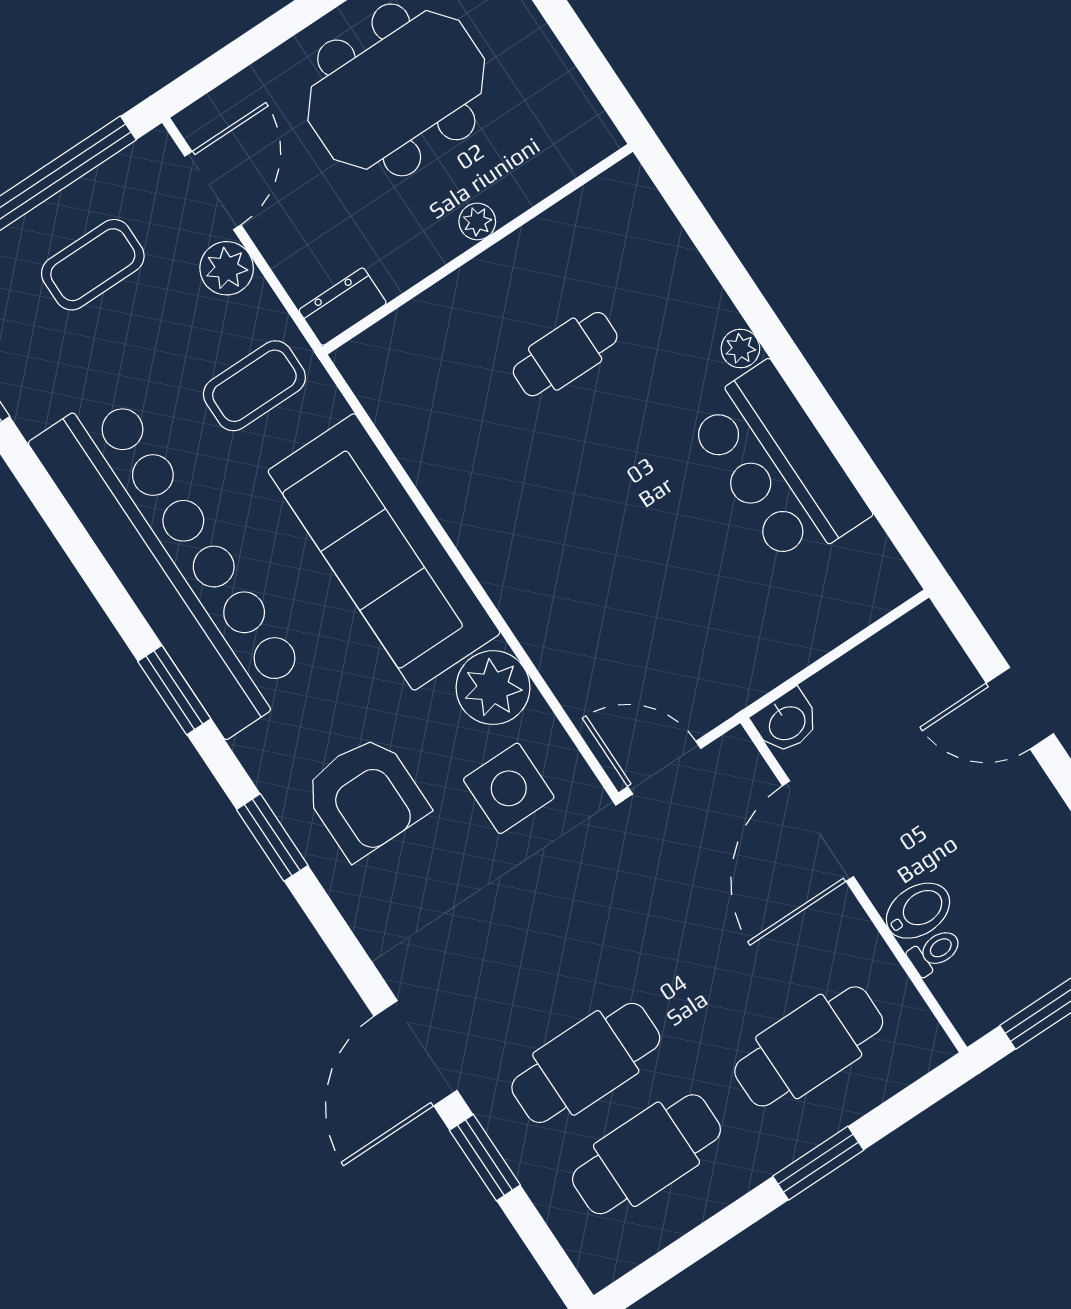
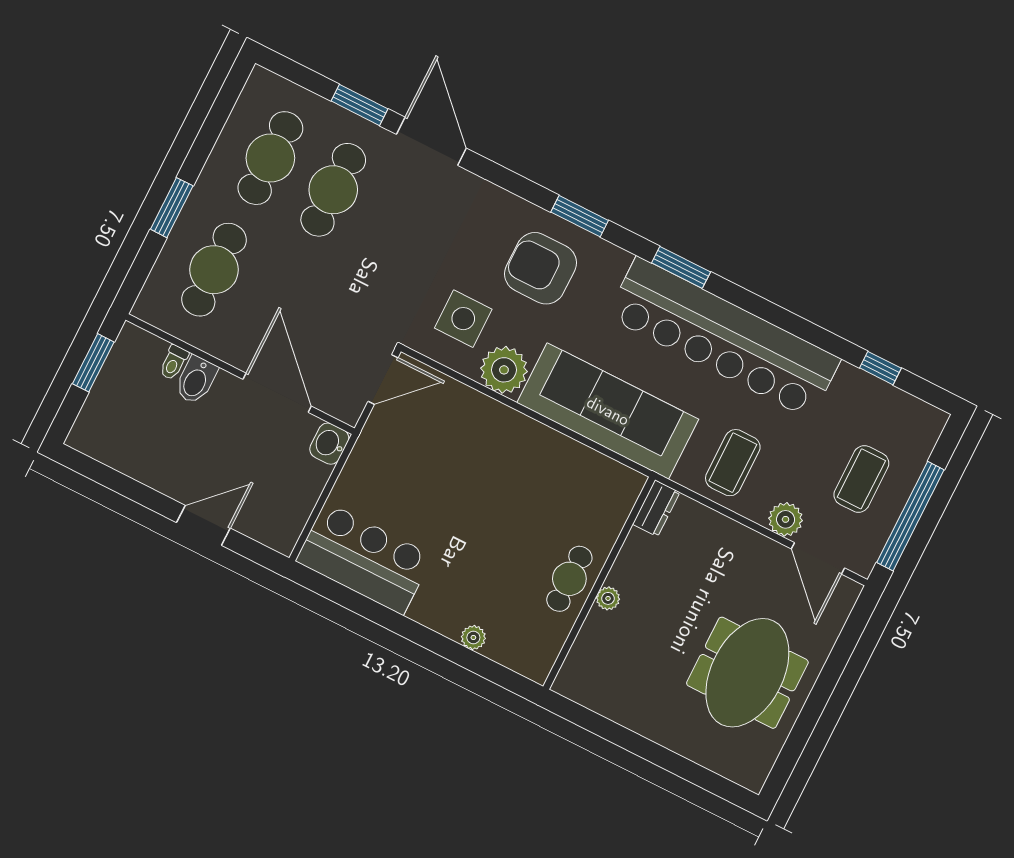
plant: (477, 222) -> (608, 598), moved
wall: (478, 249) -> (599, 583), moved
dresser: (343, 307) -> (656, 508), moved
bar counter: (778, 465) -> (364, 558), moved

